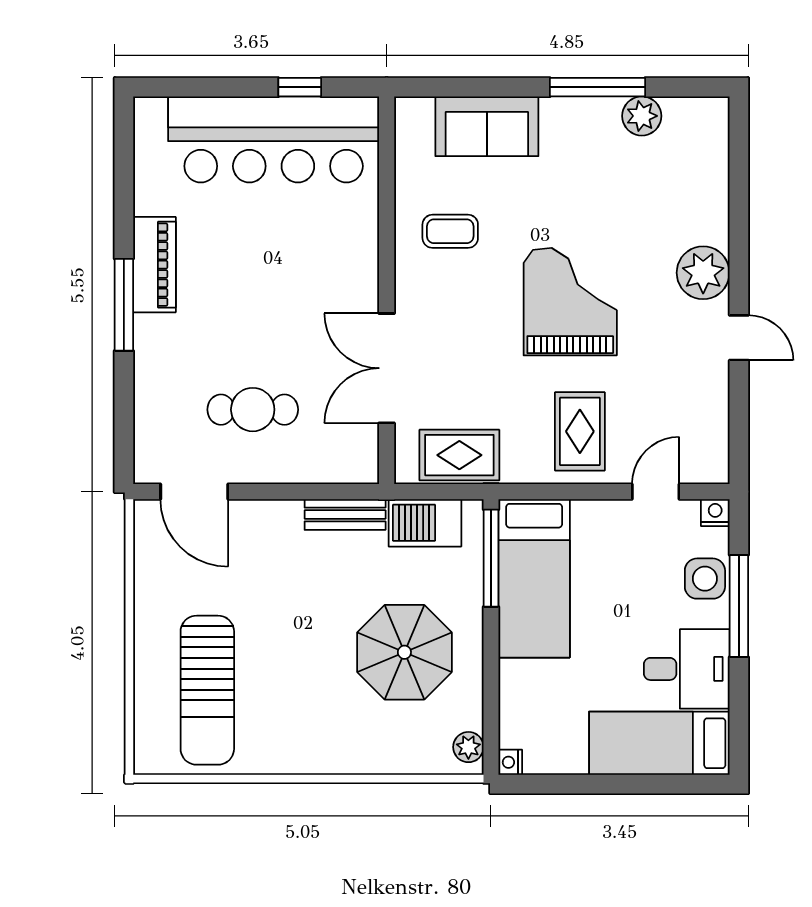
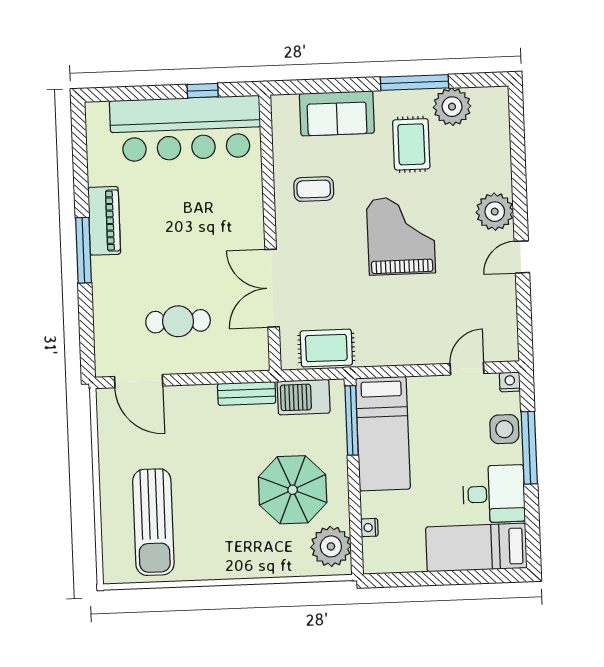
plant: (642, 116) -> (452, 107), width x1.36, depth x1.36
door: (739, 338) -> (522, 257), swing flipped
rug: (580, 431) -> (411, 144), moved
plant: (468, 747) -> (331, 546), width x1.88, depth x1.88
nightstand: (510, 762) -> (369, 527), moved

